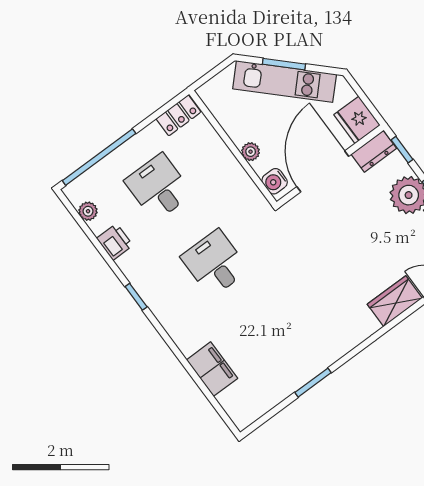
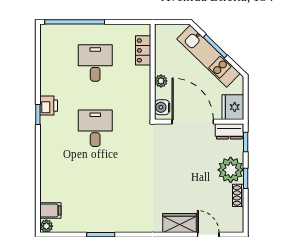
locker: (178, 115) -> (143, 50), moved, turned 90
door: (323, 171) -> (193, 122), hinge flipped
plant: (88, 211) -> (46, 226), moved
printer: (115, 242) -> (49, 106), moved
filing cabinet: (212, 369) -> (50, 210), moved, width x0.50

